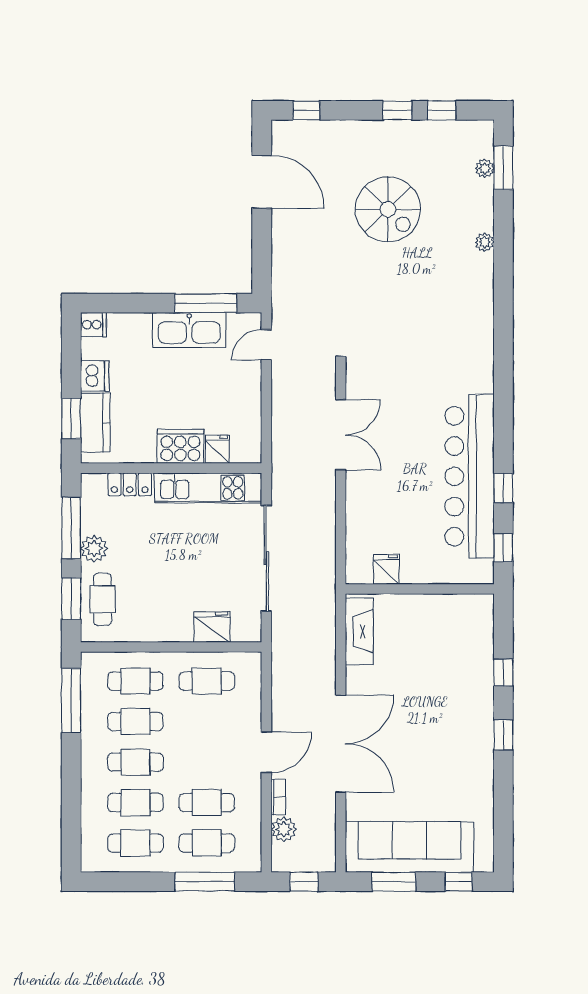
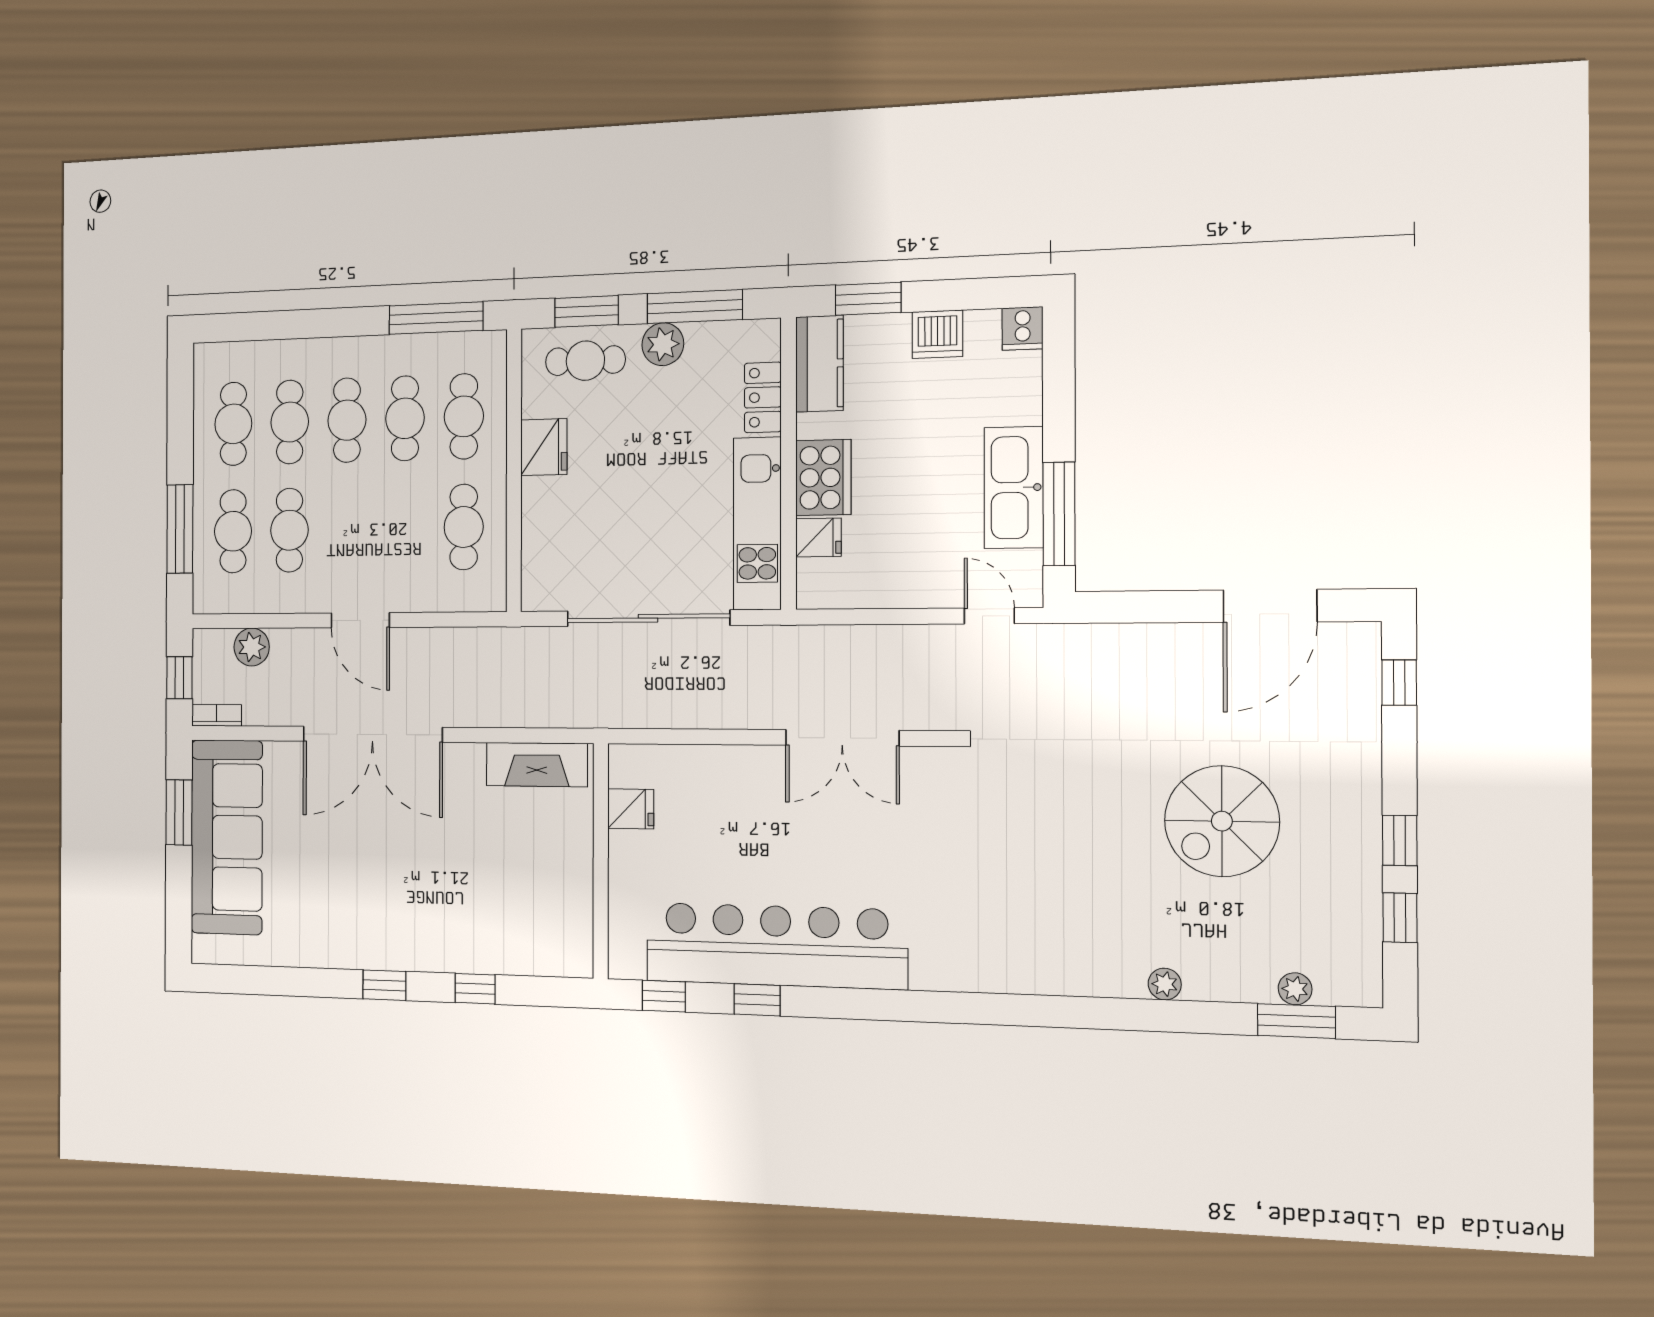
kitchen counter: (95, 423) -> (819, 364), moved, turned -90
fridge: (212, 627) -> (544, 447), moved
bookcase: (278, 797) -> (217, 715), moved, turned 180
window: (458, 882) -> (179, 910), removed

